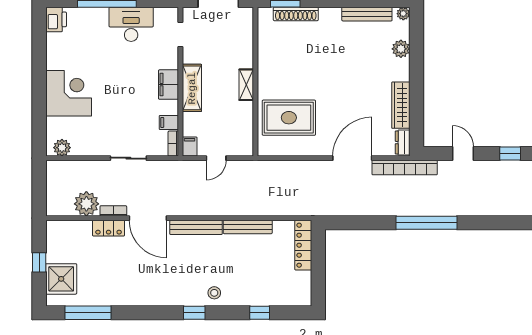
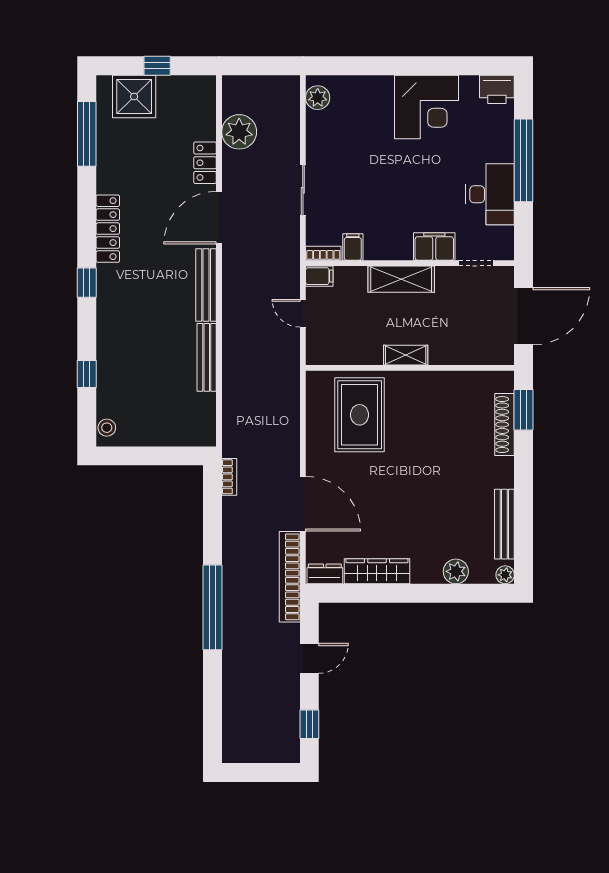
filing cabinet: (168, 85) -> (434, 247), moved
corner desk: (69, 93) -> (427, 107), moved
bookcase: (113, 211) -> (229, 477), moved
locker: (303, 245) -> (108, 229), moved, turned 90
stool: (214, 293) -> (107, 428), moved

